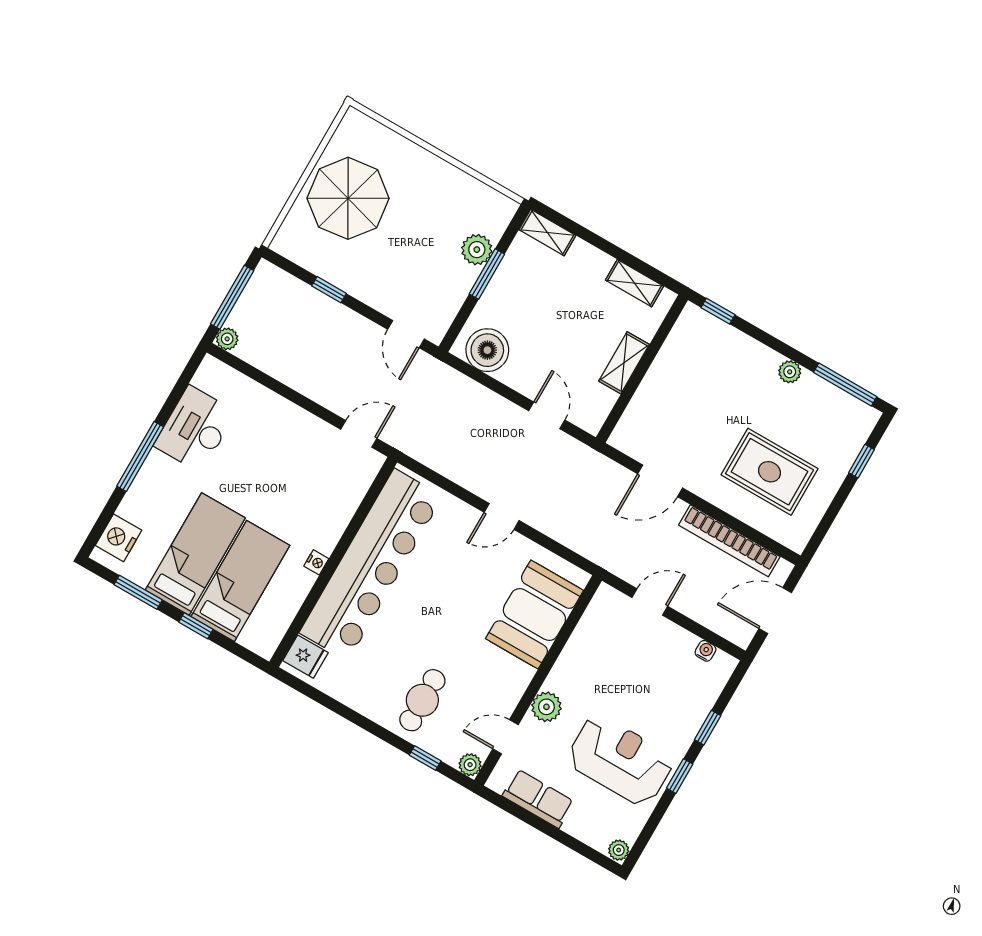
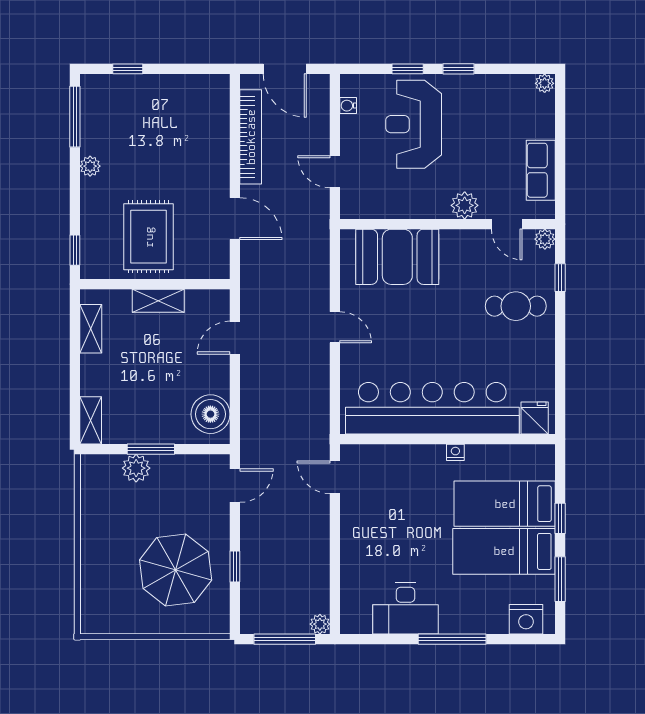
parasol: (348, 198) -> (176, 570), moved
rug: (770, 472) -> (149, 237), moved
reception desk: (620, 760) -> (414, 124), moved

